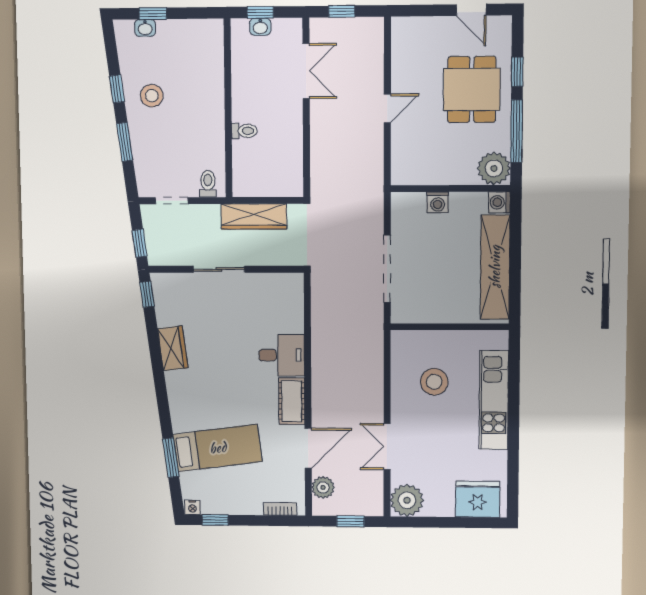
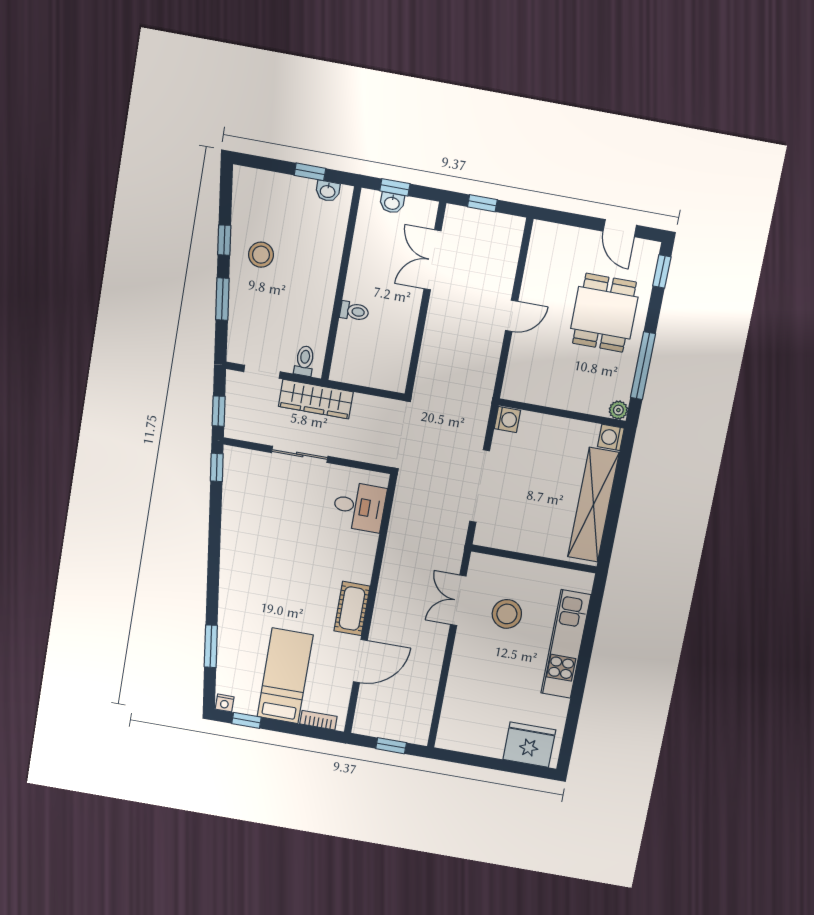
window: (153, 14) -> (310, 172), moved
washbasin: (145, 28) -> (328, 191), moved
double door: (306, 71) -> (432, 260), swing flipped
window: (517, 72) -> (662, 271), moved
plant: (494, 168) -> (618, 410), width x0.53, depth x0.53
washing machine: (438, 202) -> (507, 420), moved, turned -90
wardrobe: (254, 216) -> (316, 399), moved
wardrobe: (173, 348) -> (234, 530), removed
desk: (282, 355) -> (359, 507), moved
double door: (387, 447) -> (458, 600), moved
bed: (218, 448) -> (285, 676), moved, turned -83
plant: (323, 487) -> (368, 705), removed
plant: (407, 500) -> (455, 733), removed

